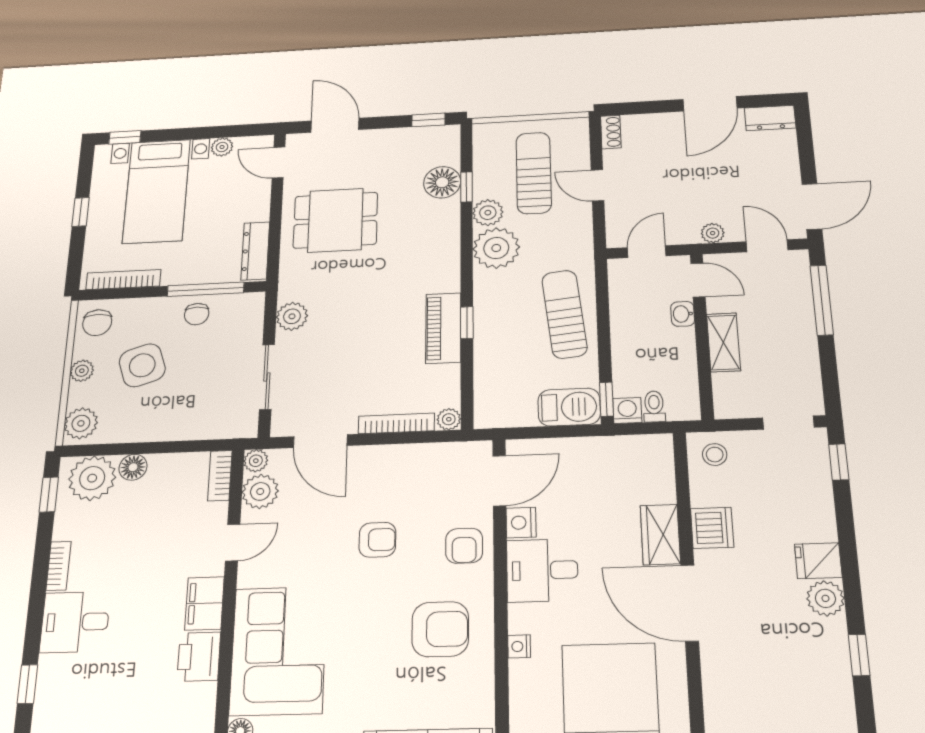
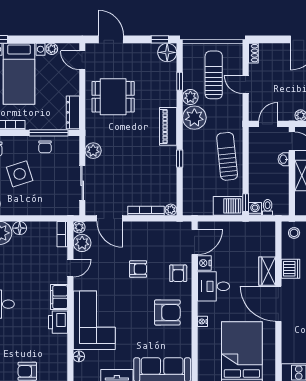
floor lamp: (442, 182) -> (167, 52), moved
piano: (443, 328) -> (168, 126), moved

